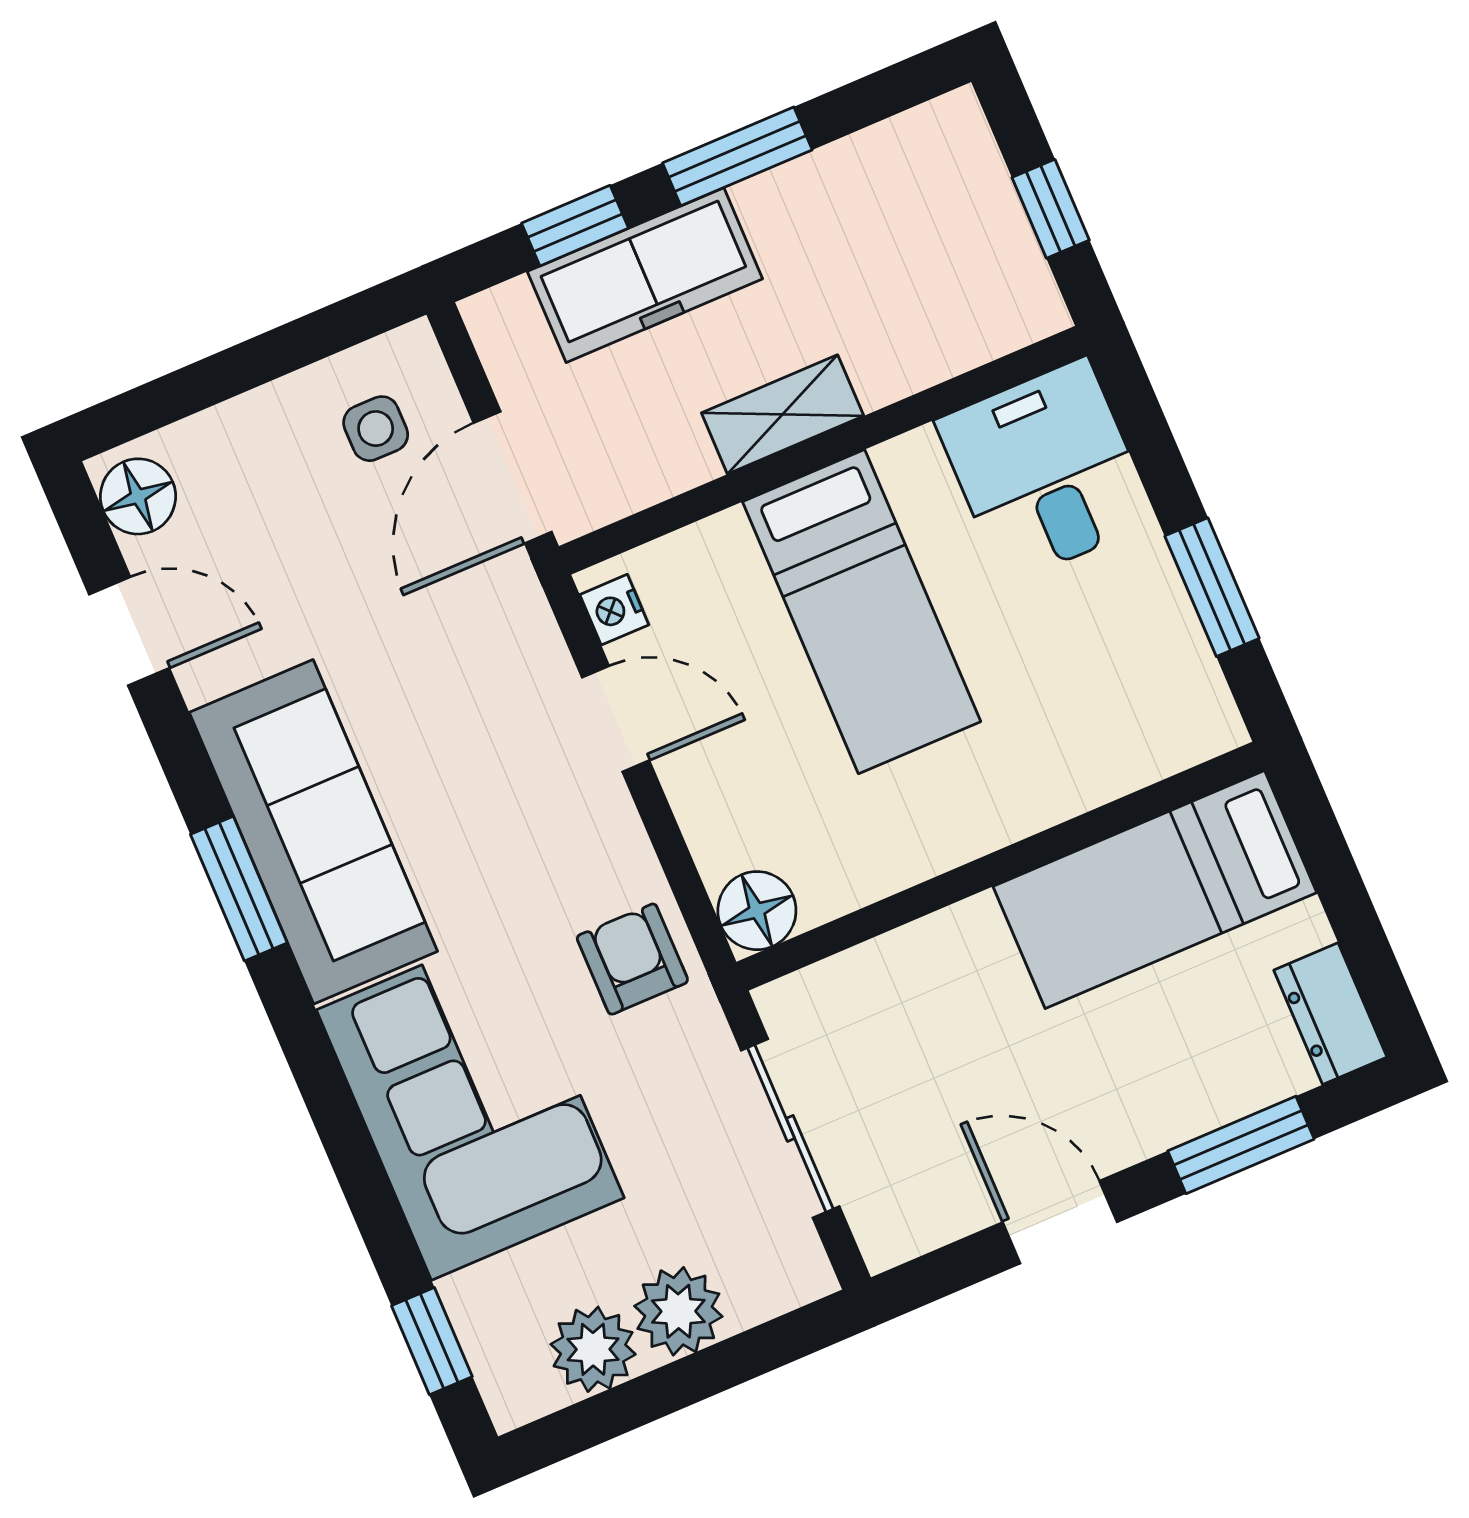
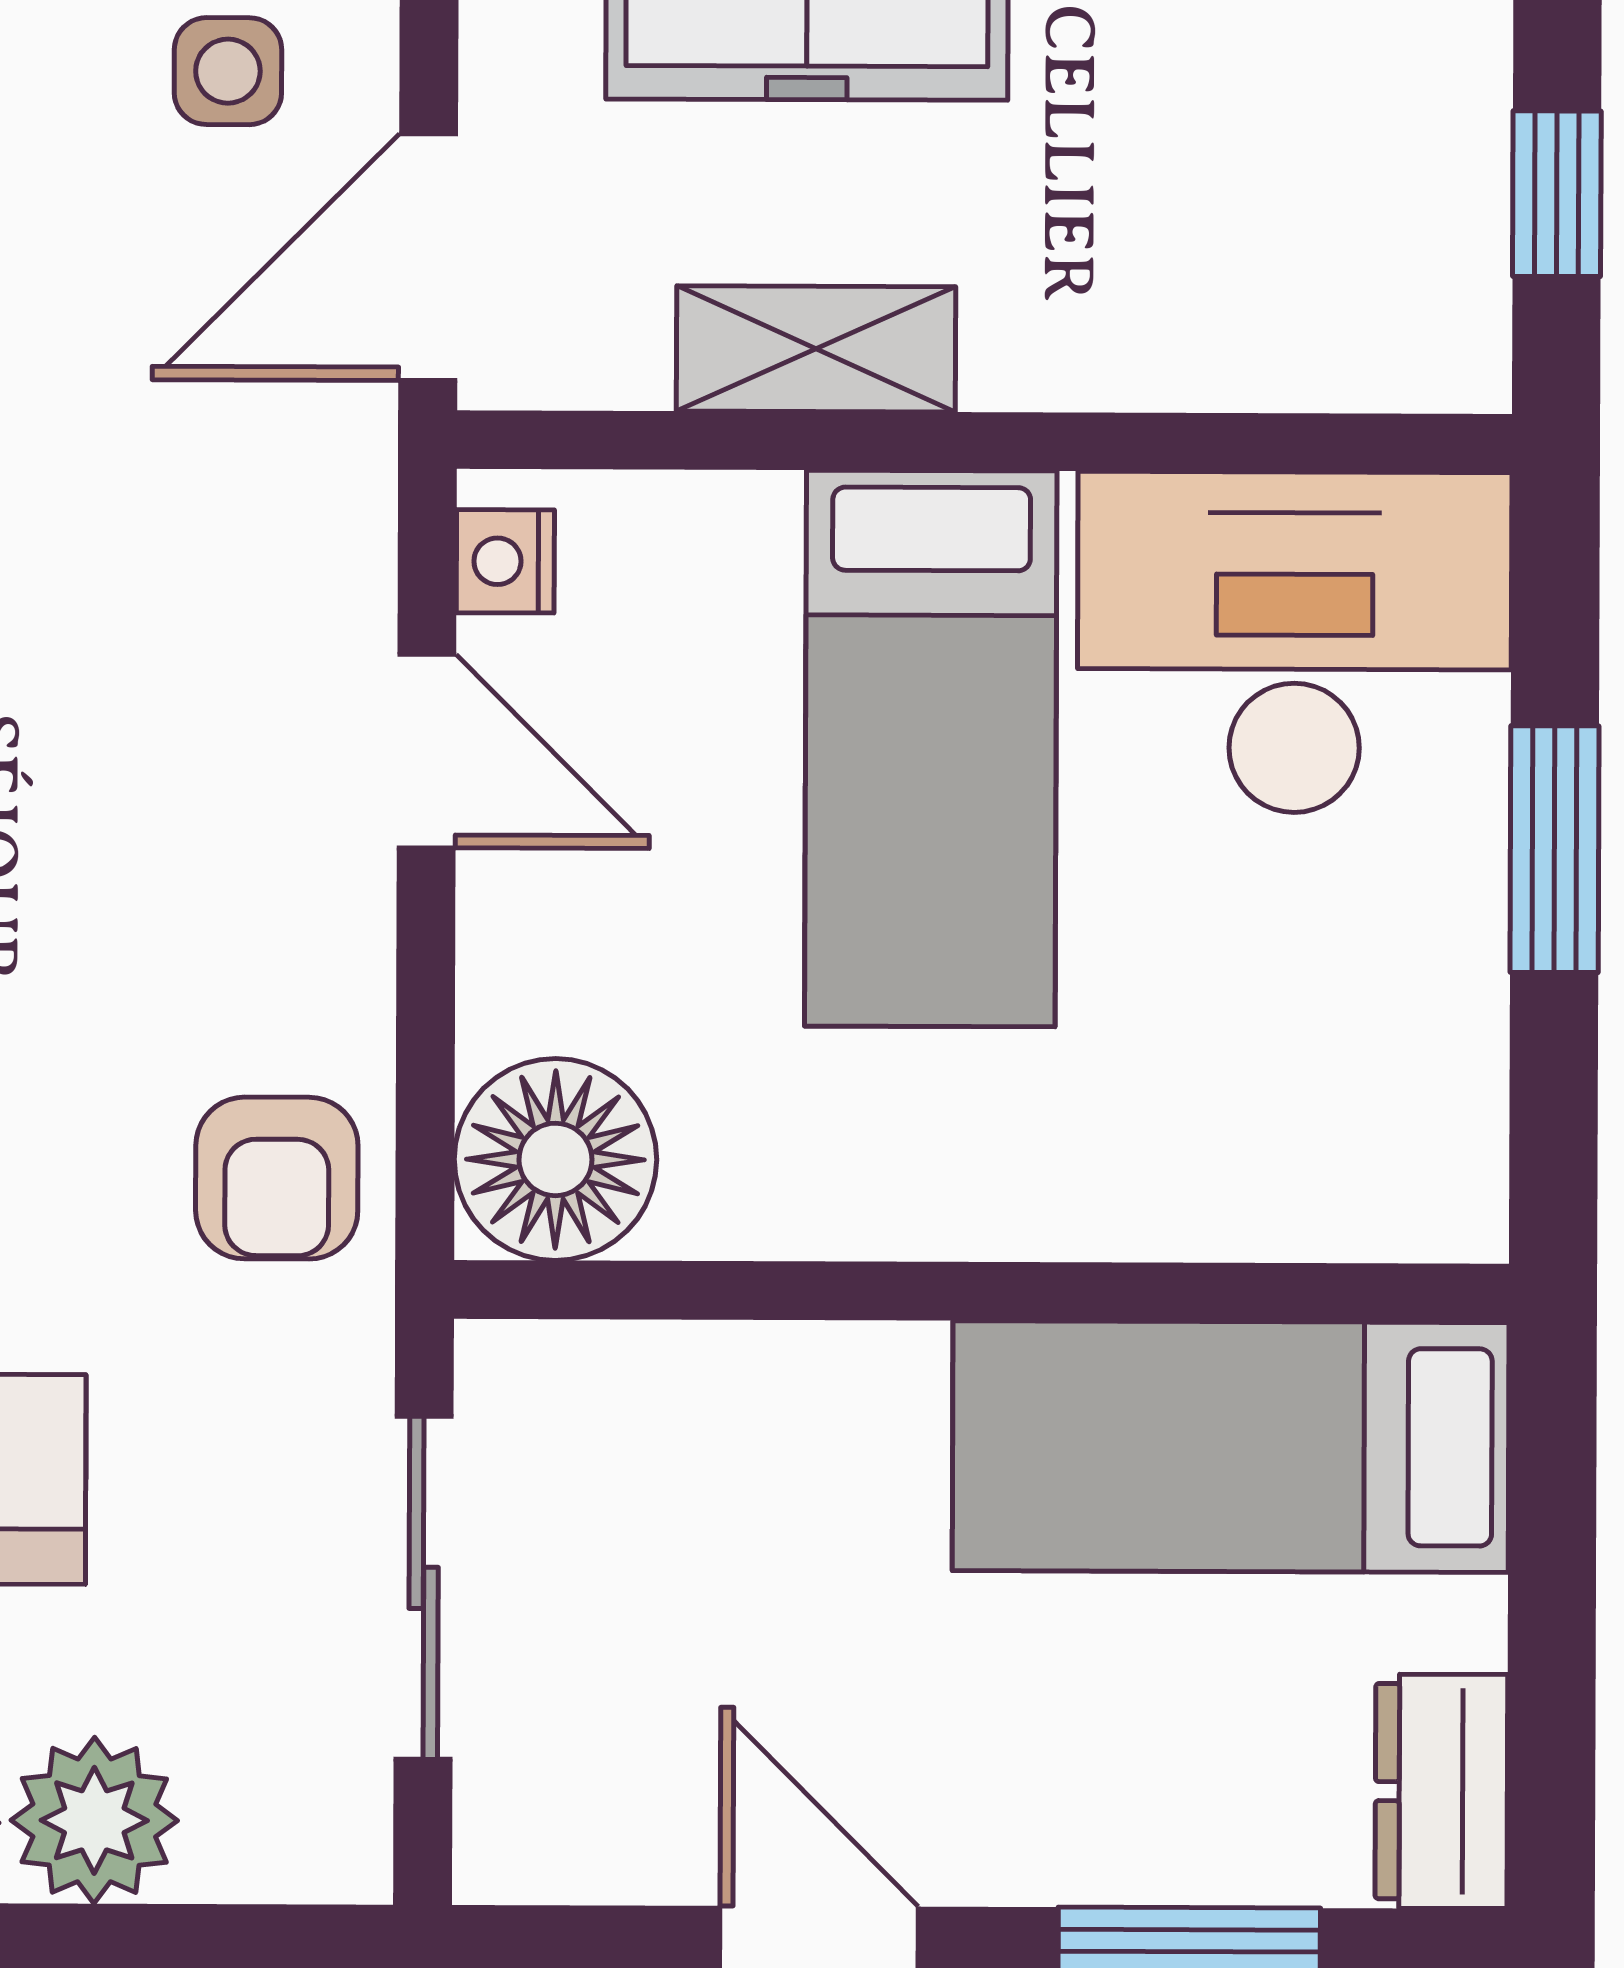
shelving: (783, 414) -> (816, 349), moved
desk: (1046, 471) -> (1294, 642), width x1.37
window: (1212, 587) -> (1555, 849), moved
floor lamp: (757, 911) -> (555, 1159), width x1.38, depth x1.38
armchair: (632, 959) -> (277, 1178), turned 180

